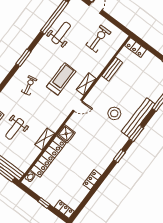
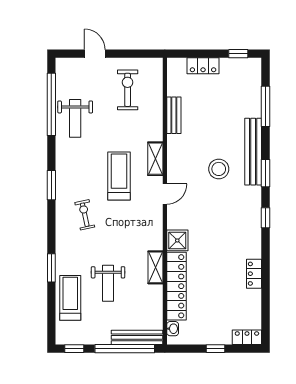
weight bench: (61, 33) -> (75, 118), turned 180
locker: (136, 48) -> (203, 66), moved

